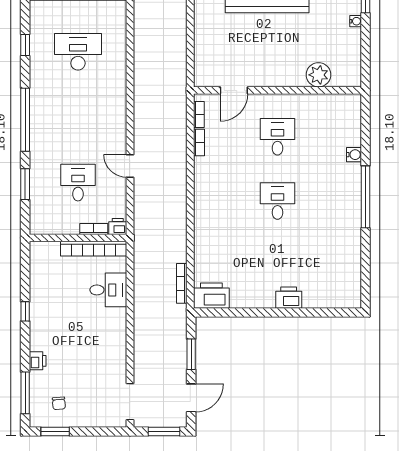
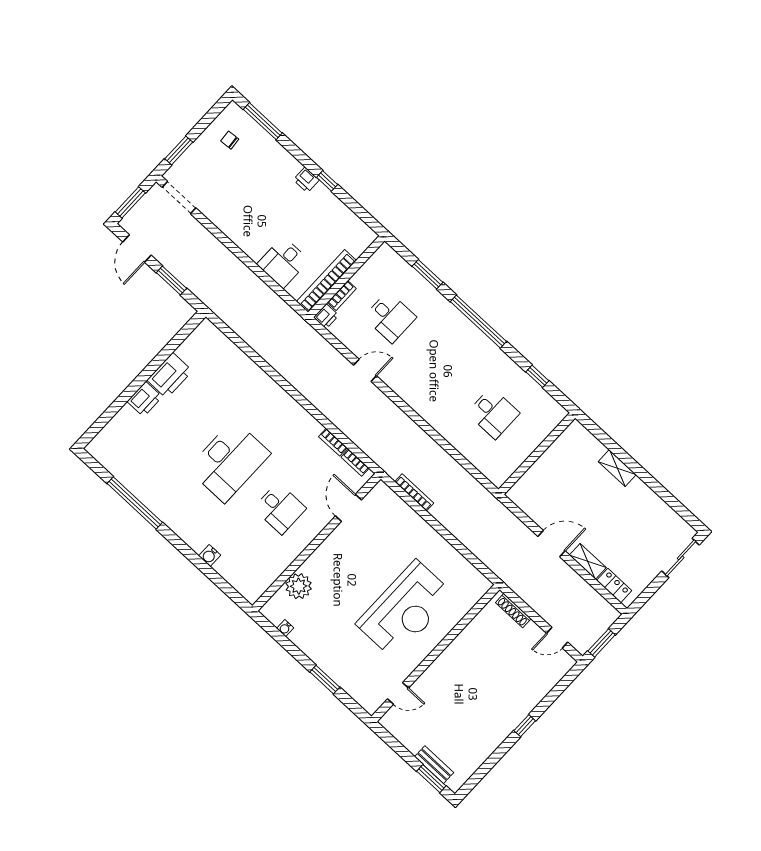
water cooler: (356, 21) -> (285, 628), moved
desk: (78, 52) -> (493, 413), width x0.73
window: (365, 197) -> (135, 503), moved
desk: (277, 201) -> (229, 461), width x1.87, depth x1.30
bookcase: (182, 283) -> (414, 492), moved
printer: (211, 296) -> (170, 375), moved
printer: (38, 361) -> (306, 180), moved
window: (55, 431) -> (179, 150), moved

